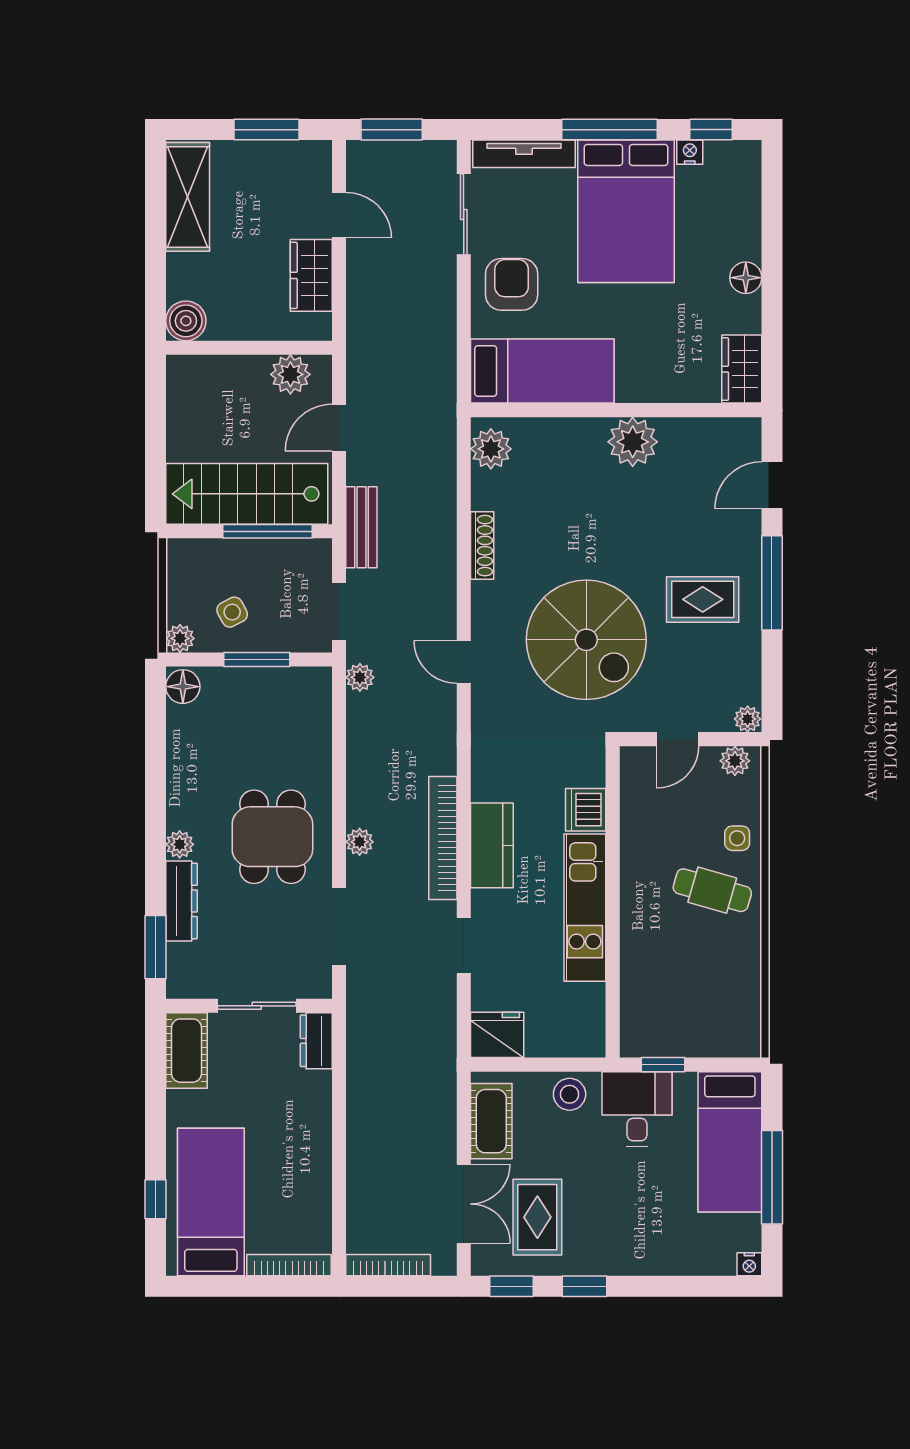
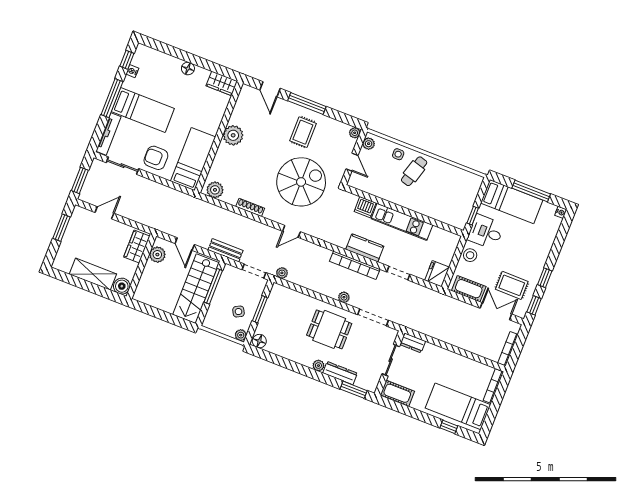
shelving: (188, 197) -> (93, 274), moved
bed: (626, 211) -> (143, 110), width x0.67
wardrobe: (311, 275) -> (137, 247), moved, turned 90

